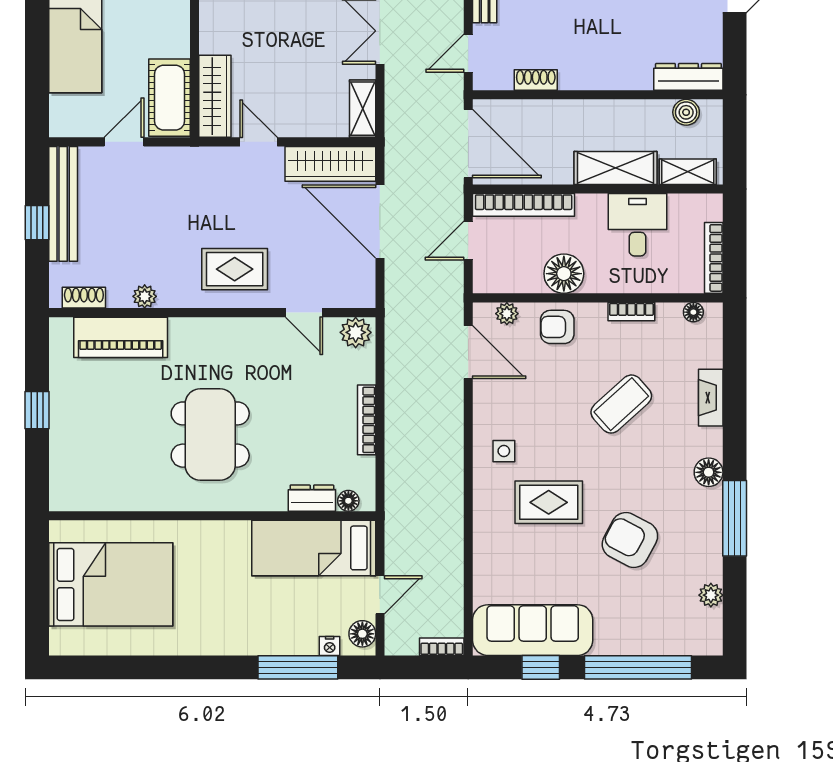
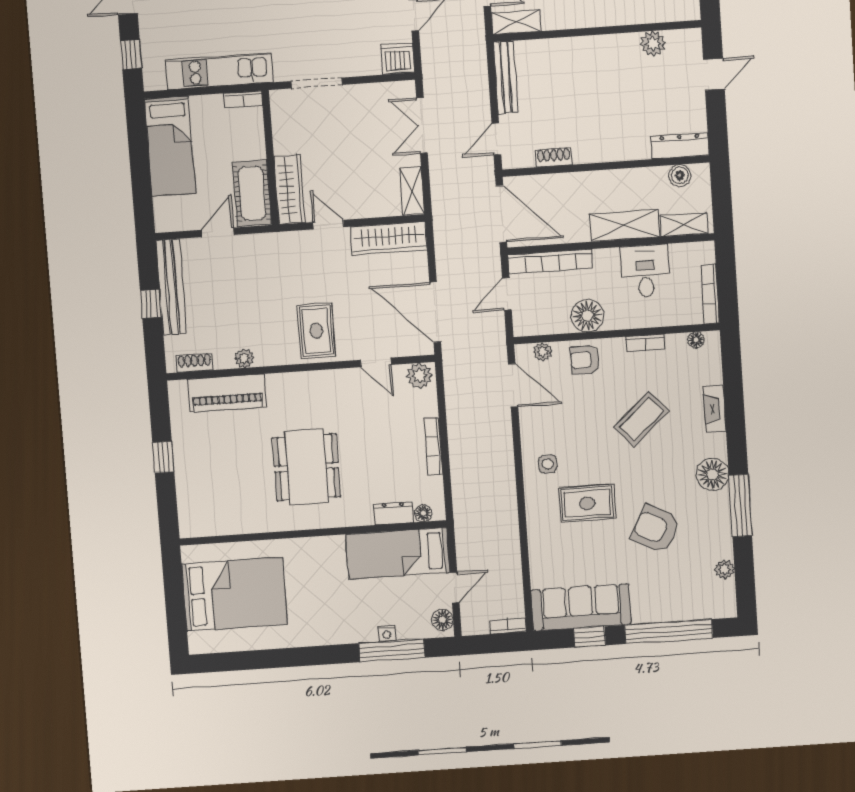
door: (380, 222) -> (435, 312), moved
rug: (235, 269) -> (316, 331), turned 90
floor lamp: (709, 472) -> (712, 474), width x1.38, depth x1.38
nightstand: (330, 646) -> (387, 634), moved

